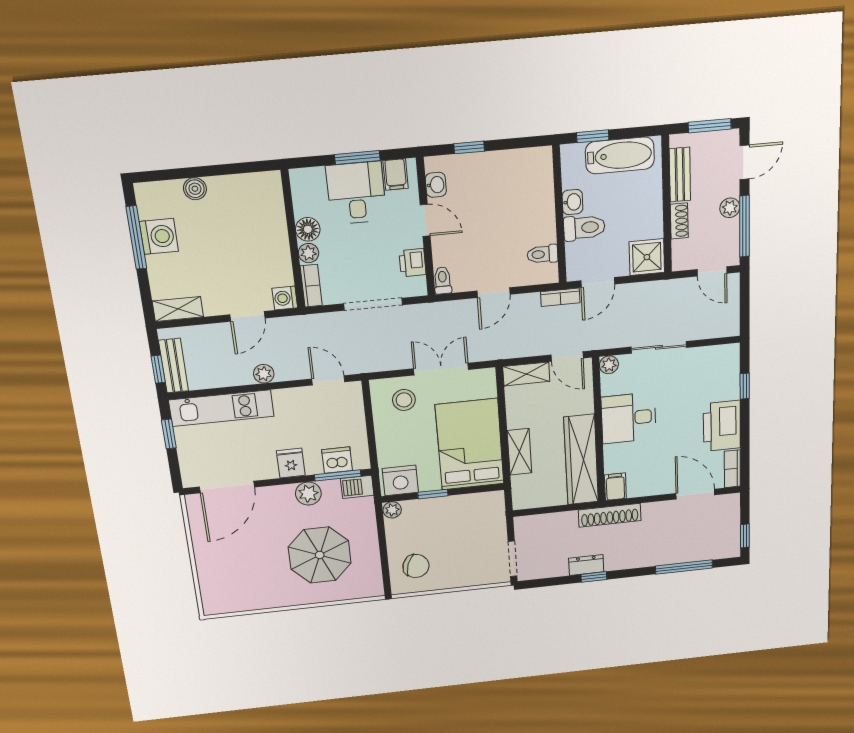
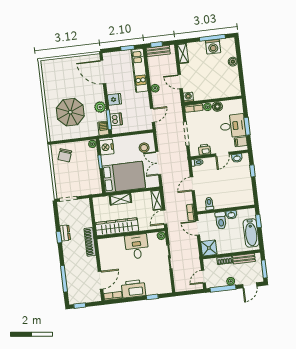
door: (745, 162) -> (250, 285), hinge flipped
door: (493, 293) -> (192, 184), hinge flipped
double door: (441, 369) -> (158, 163), swing flipped
filing cabinet: (615, 487) -> (104, 243), removed

